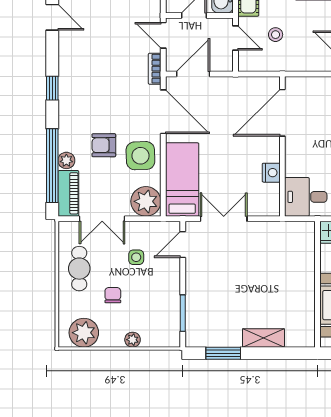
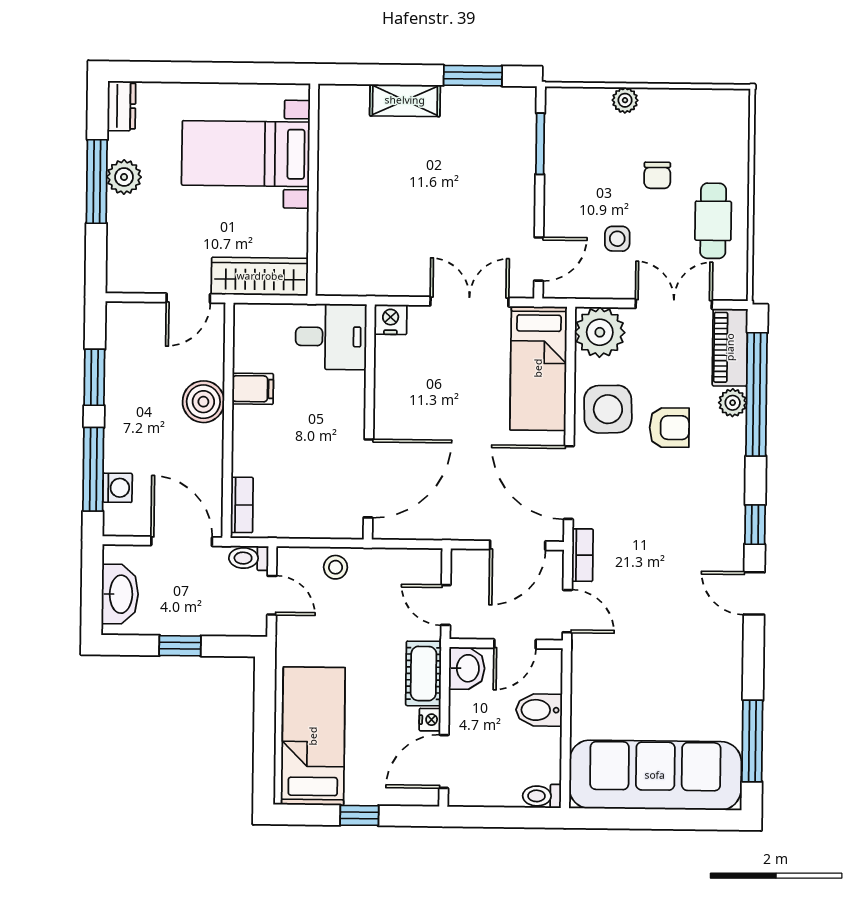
door: (52, 17) -> (754, 593), moved
stool: (276, 35) -> (336, 567), moved
nightstand: (271, 173) -> (391, 319), moved, turned 90
double door: (224, 219) -> (469, 302), swing flipped
plant: (84, 333) -> (707, 113), removed

